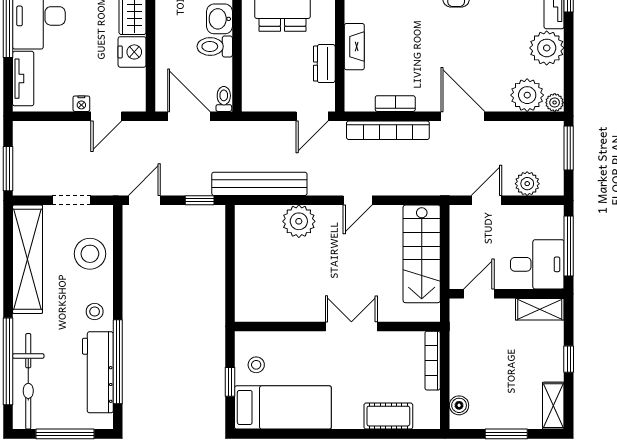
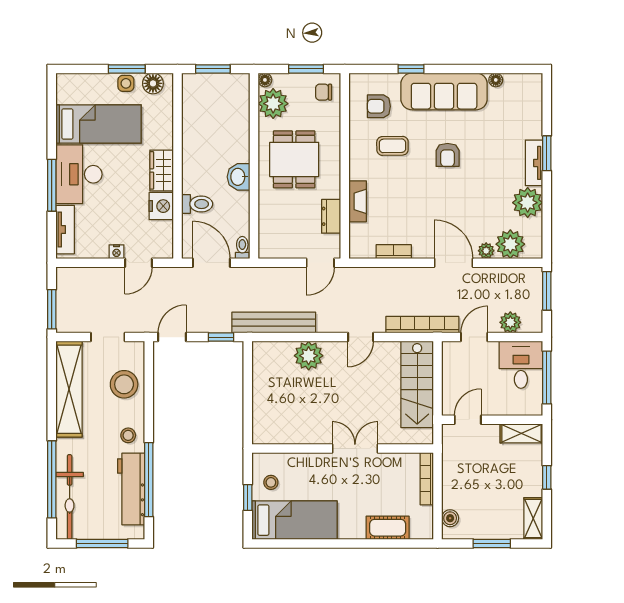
toilet: (215, 46) -> (197, 204), moved, turned 180
plant: (555, 103) -> (486, 251), moved
bookcase: (388, 130) -> (422, 325), moved, turned 180
desk: (537, 264) -> (521, 365), moved, turned -90

